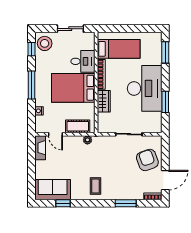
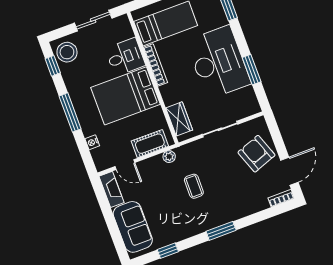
wardrobe: (104, 101) -> (179, 119), moved
coffee table: (95, 186) -> (194, 186), moved
sofa: (53, 190) -> (133, 227), moved, turned 90
window: (126, 203) -> (221, 231), moved

